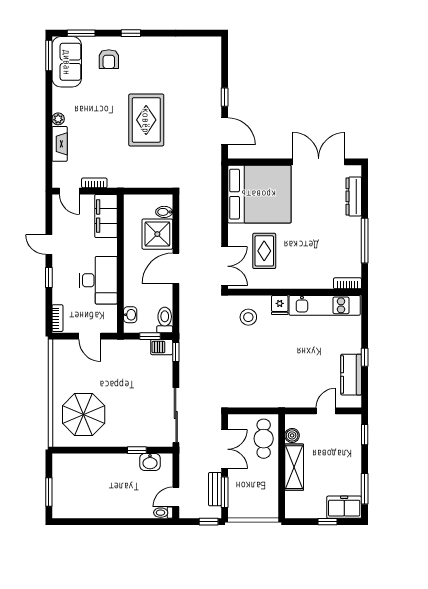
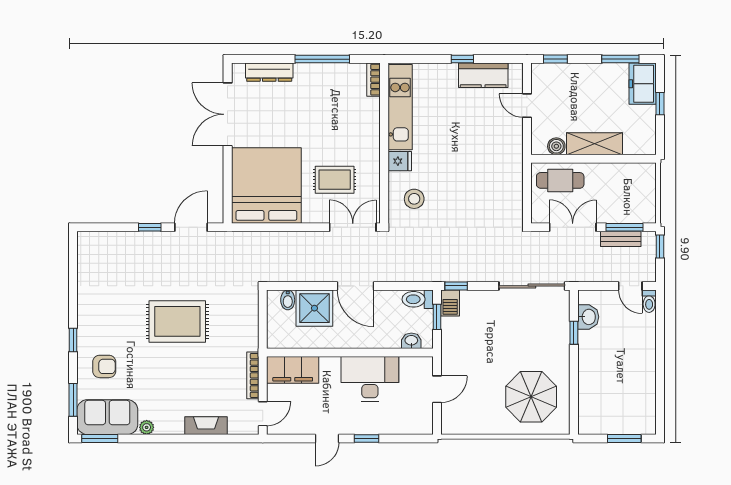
plant: (58, 119) -> (147, 427), moved
bookcase: (94, 183) -> (253, 375), width x1.56
bookcase: (57, 318) -> (415, 428), removed

